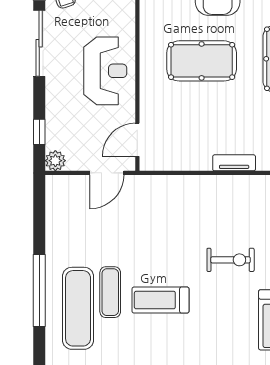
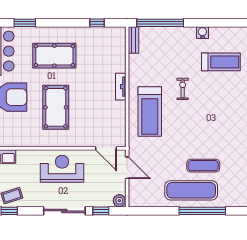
sliding door: (39, 43) -> (64, 211), moved
exercise bike: (231, 260) -> (183, 89), width x0.73, depth x0.72
treadmill: (160, 300) -> (150, 112), moved, width x1.37, depth x1.38
exercise mat: (78, 308) -> (191, 190), moved

